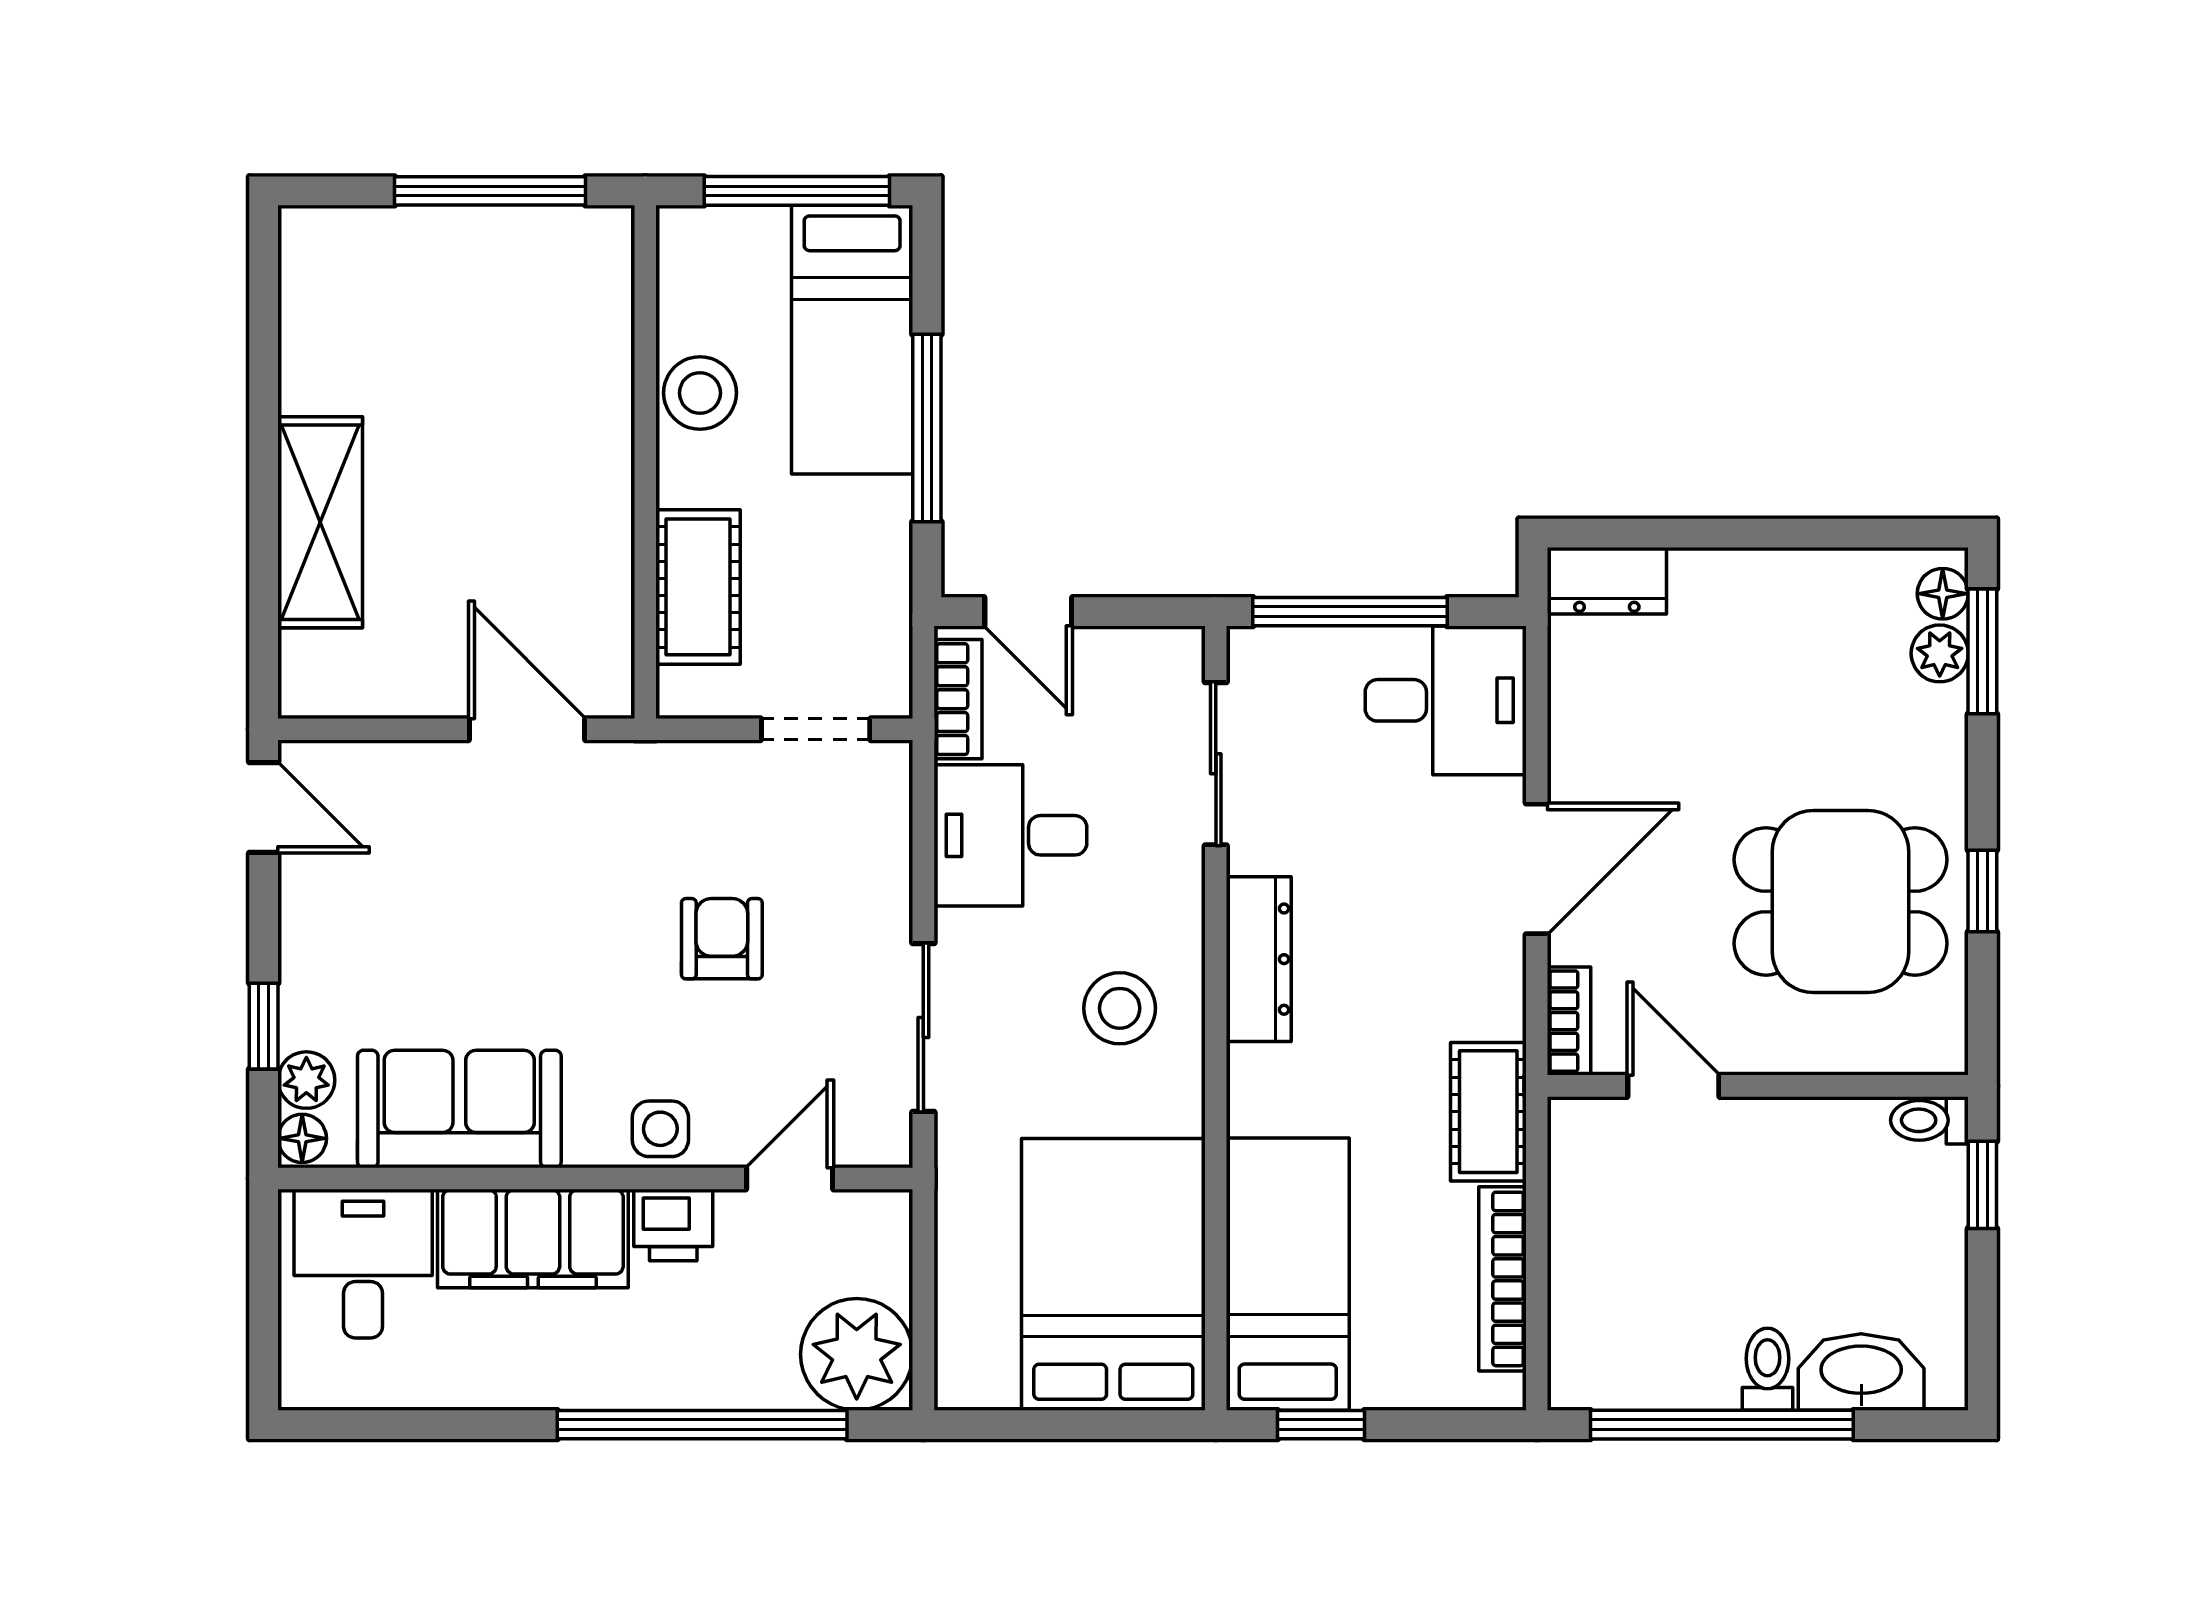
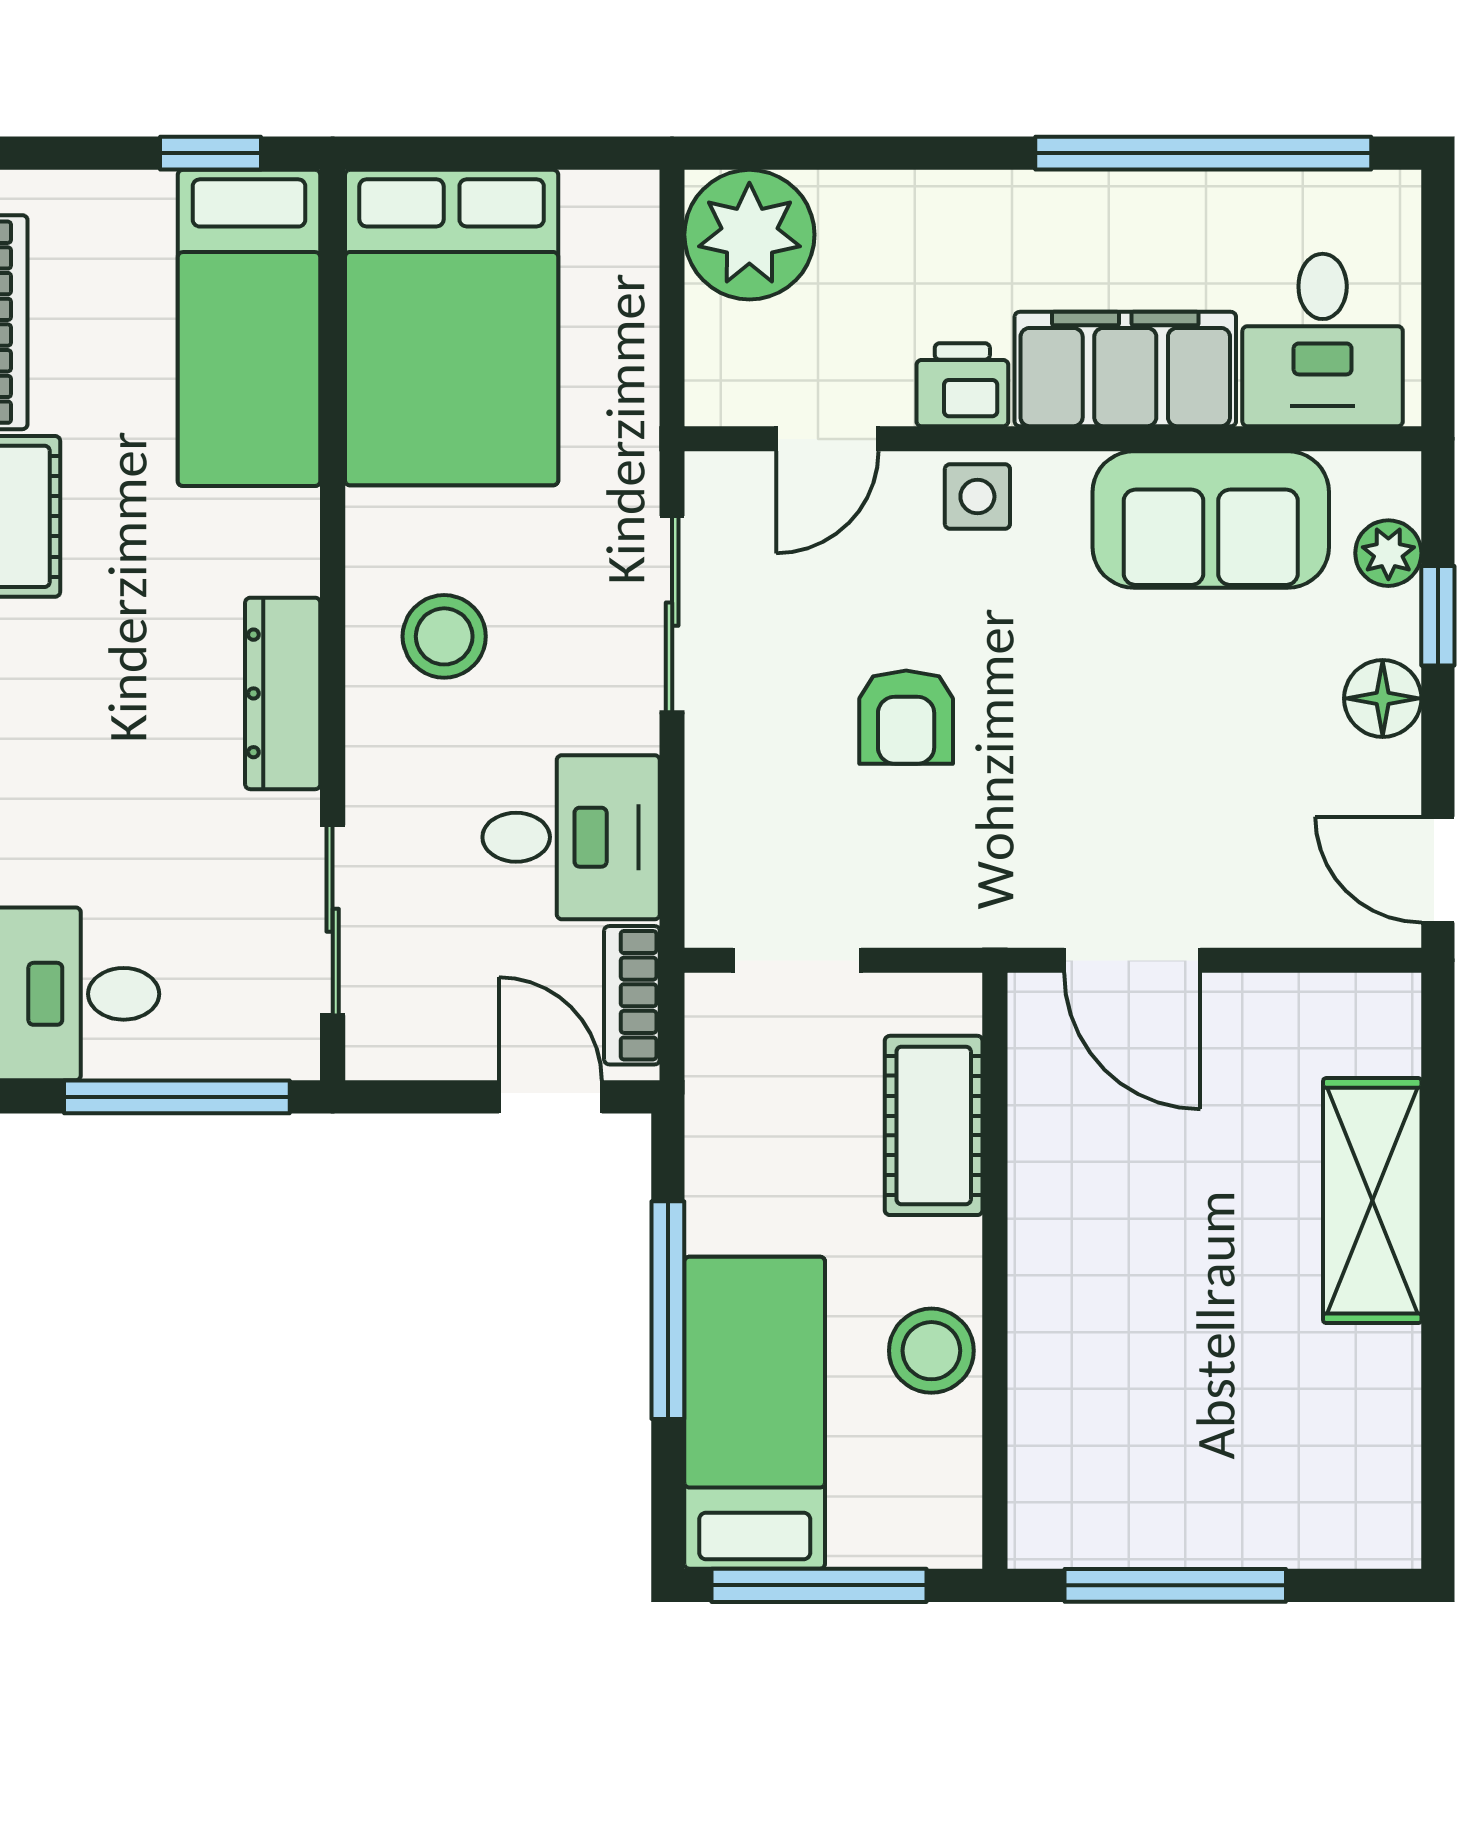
floor lamp: (302, 1138) -> (1383, 698), moved, width x1.37, depth x1.37
window: (702, 1425) -> (1203, 153), moved

